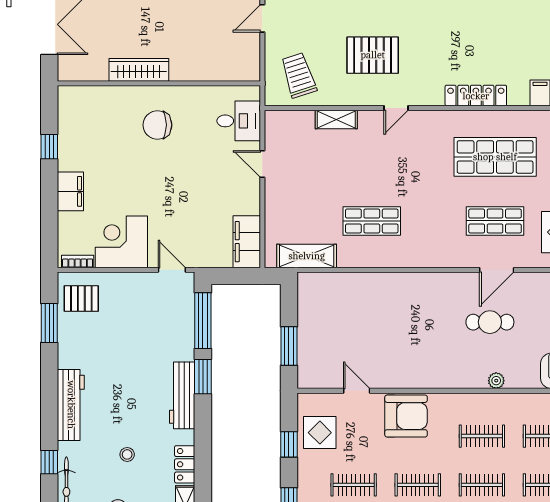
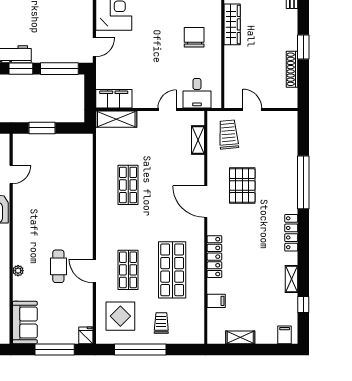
door: (262, 18) -> (252, 110), moved
trolley: (299, 75) -> (228, 135), turned -77
door: (396, 108) -> (206, 202), width x1.88
shelving: (336, 119) -> (198, 140), moved
shelving: (307, 256) -> (116, 119), moved, turned 90

